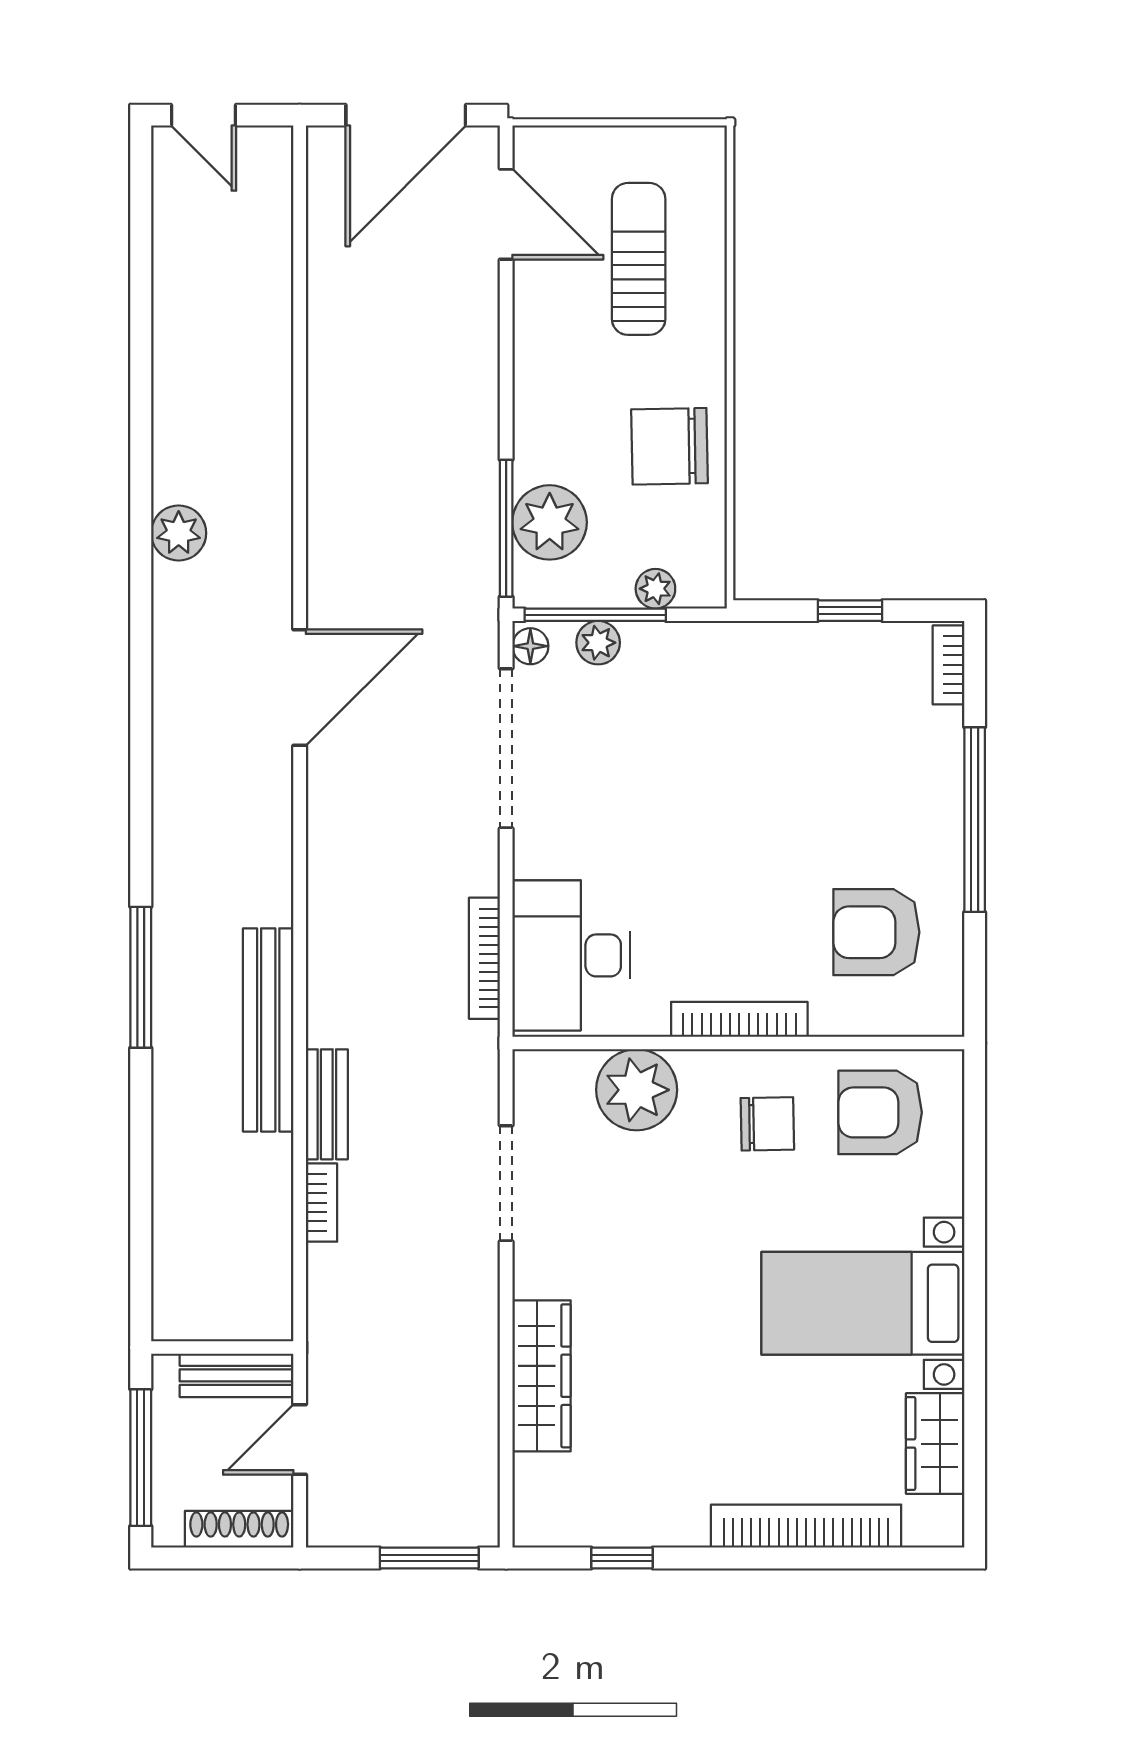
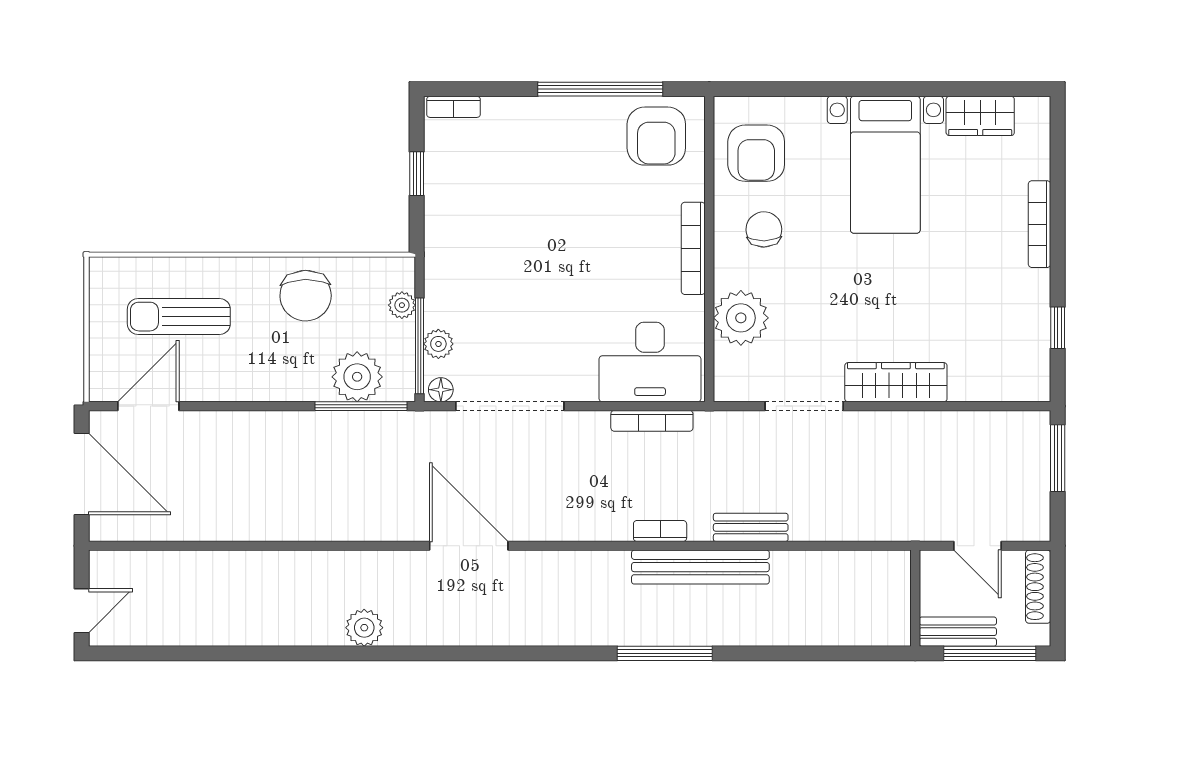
window: (975, 820) -> (600, 89), moved
armchair: (876, 932) -> (656, 136), moved
bookcase: (322, 1203) -> (660, 531), moved
bench: (237, 1375) -> (958, 632), moved, turned 90
wardrobe: (541, 1376) -> (896, 382), moved
bookcase: (806, 1526) -> (1040, 224), width x0.68, depth x0.76

